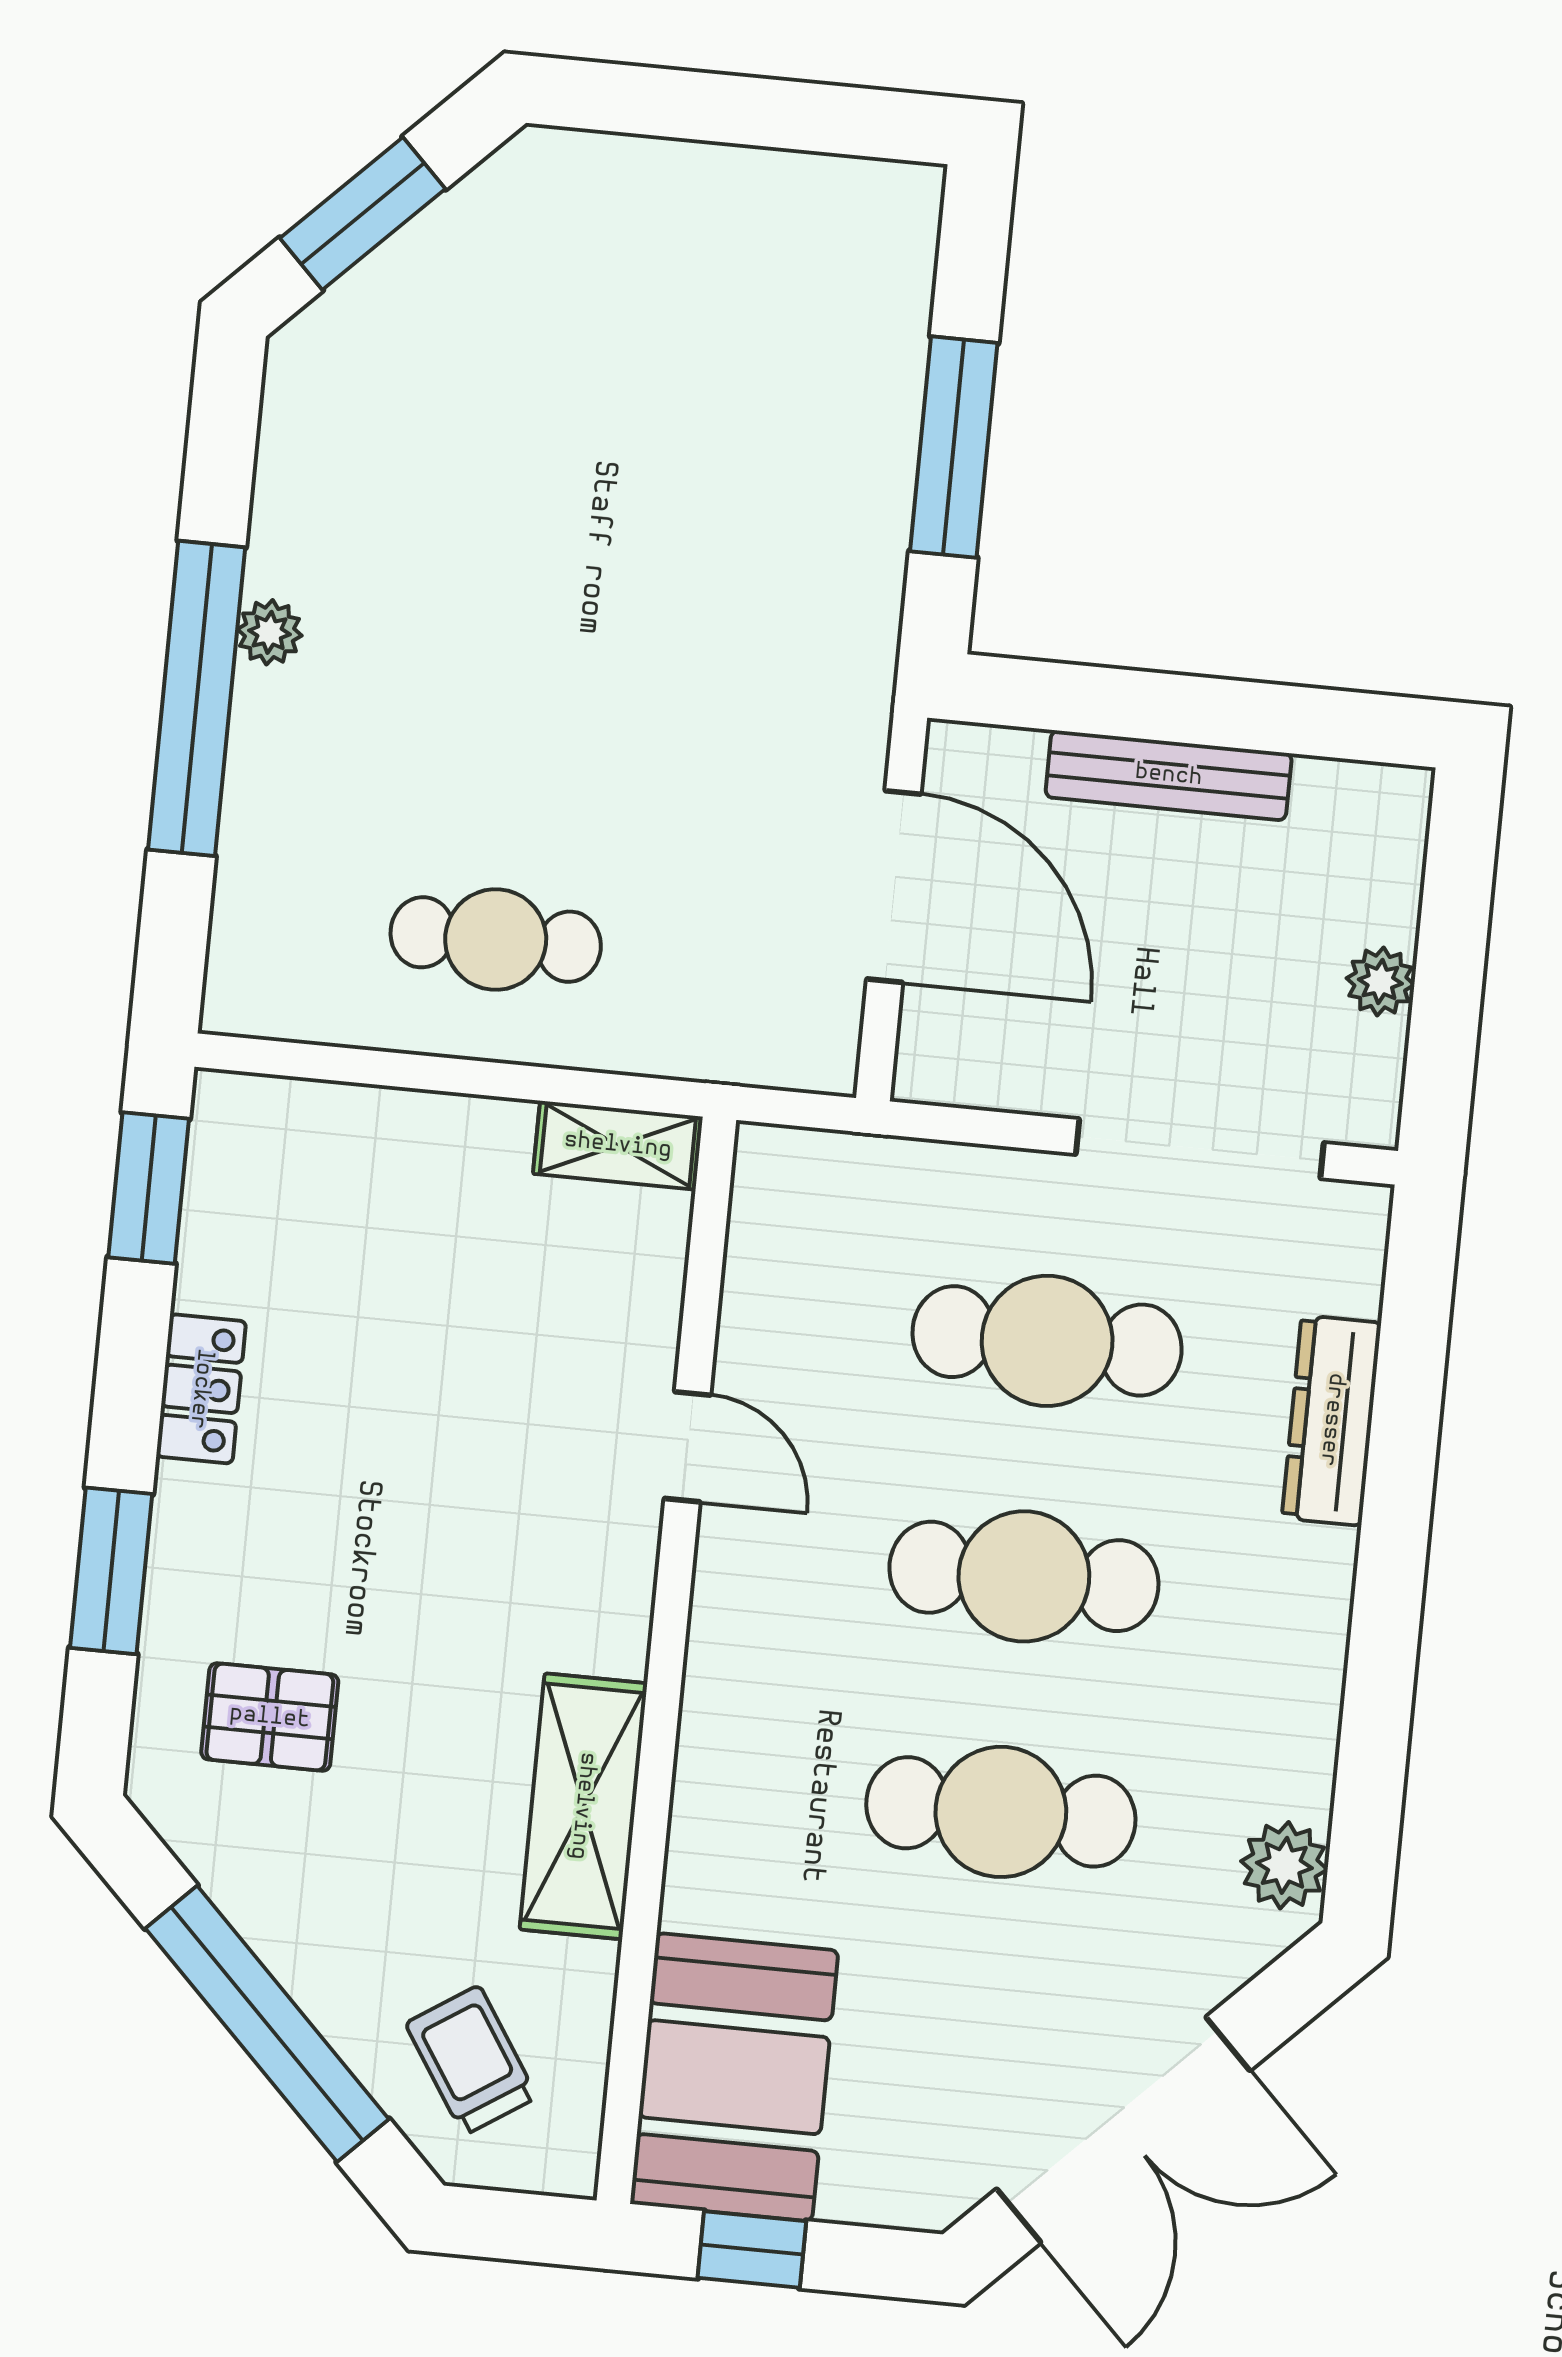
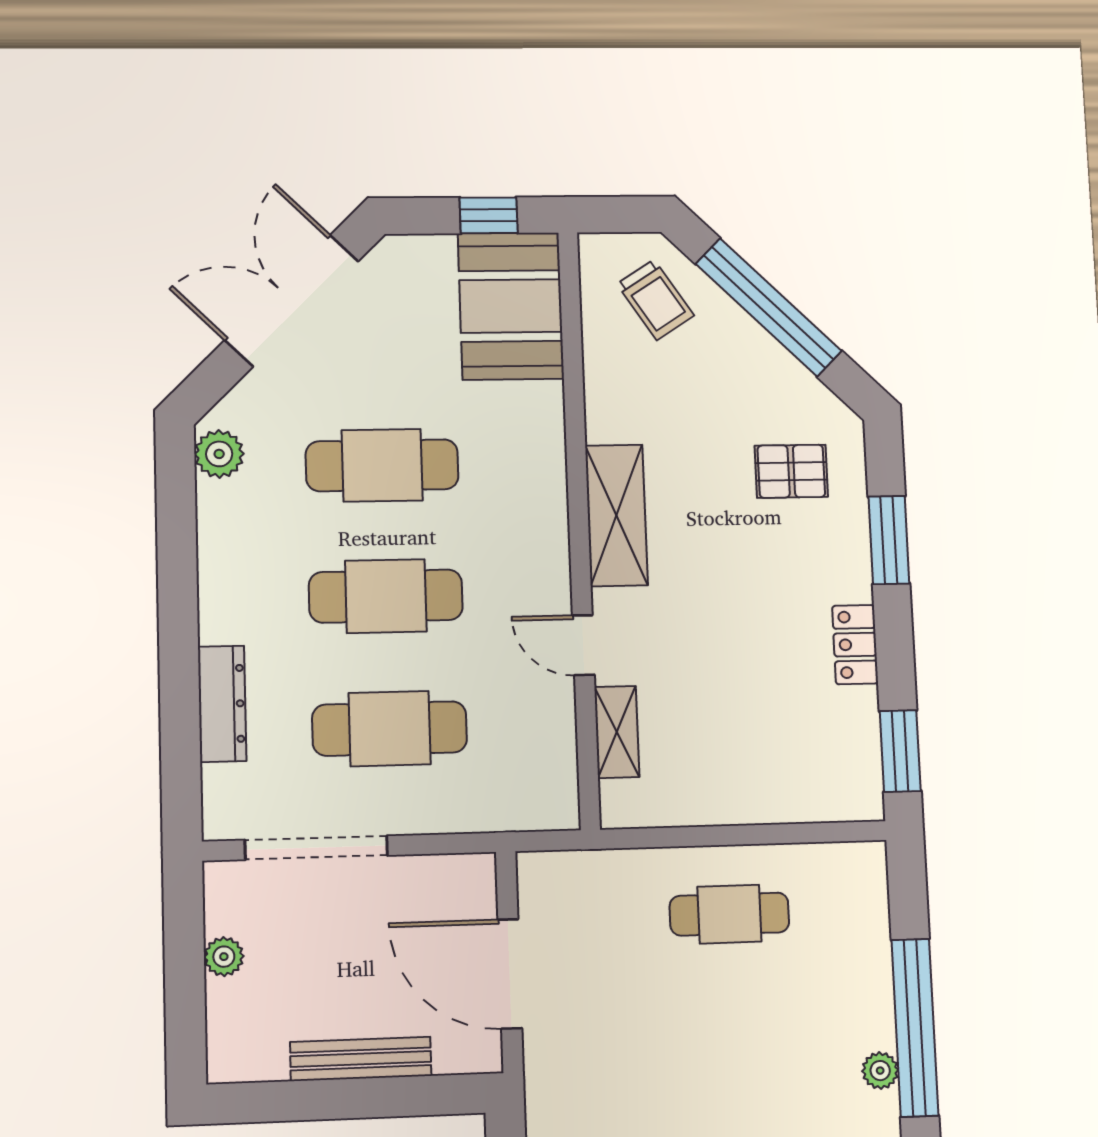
shelving: (618, 1145) -> (617, 732), moved, turned 90
shelving: (583, 1806) -> (616, 515), moved

